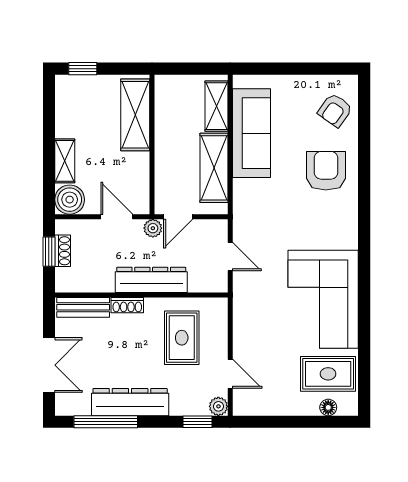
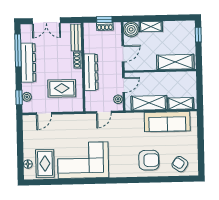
door: (178, 217) -> (124, 85), swing flipped
plant: (153, 228) -> (118, 99), moved
plant: (218, 406) -> (27, 97), moved

